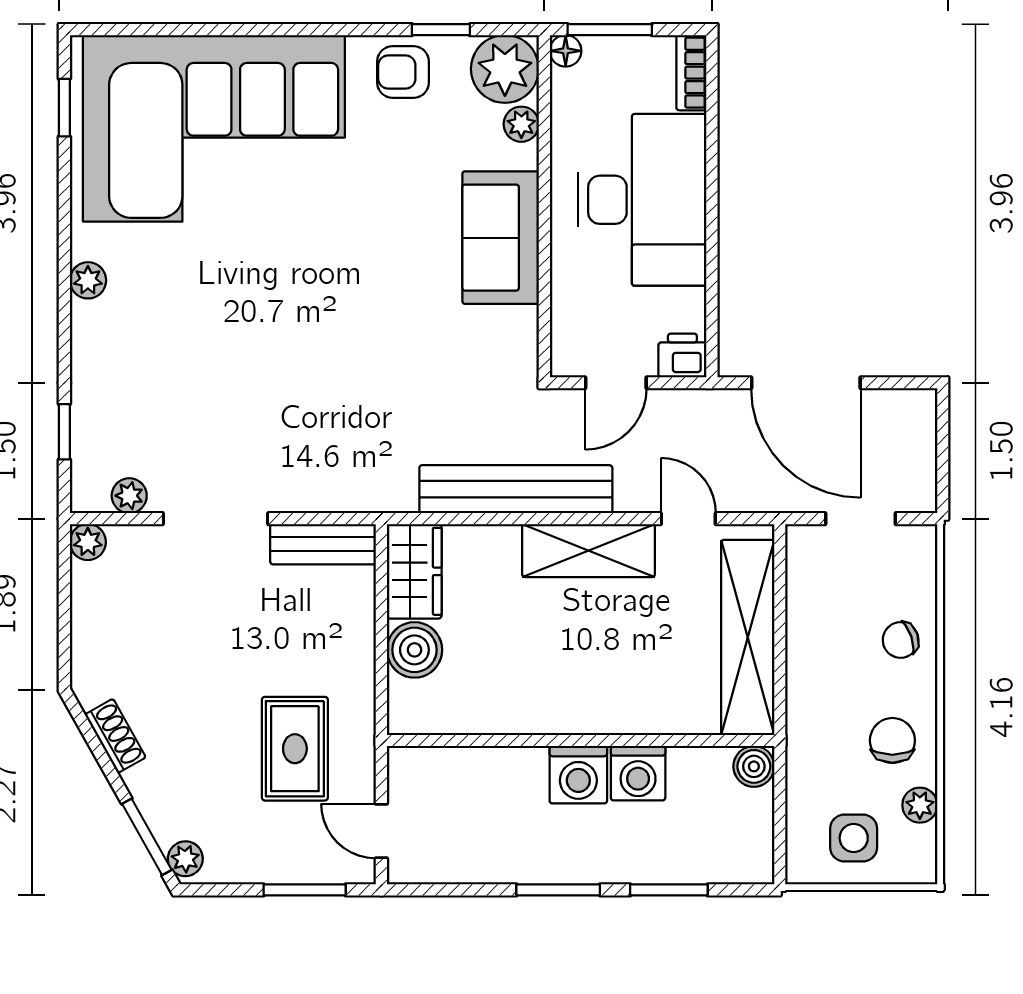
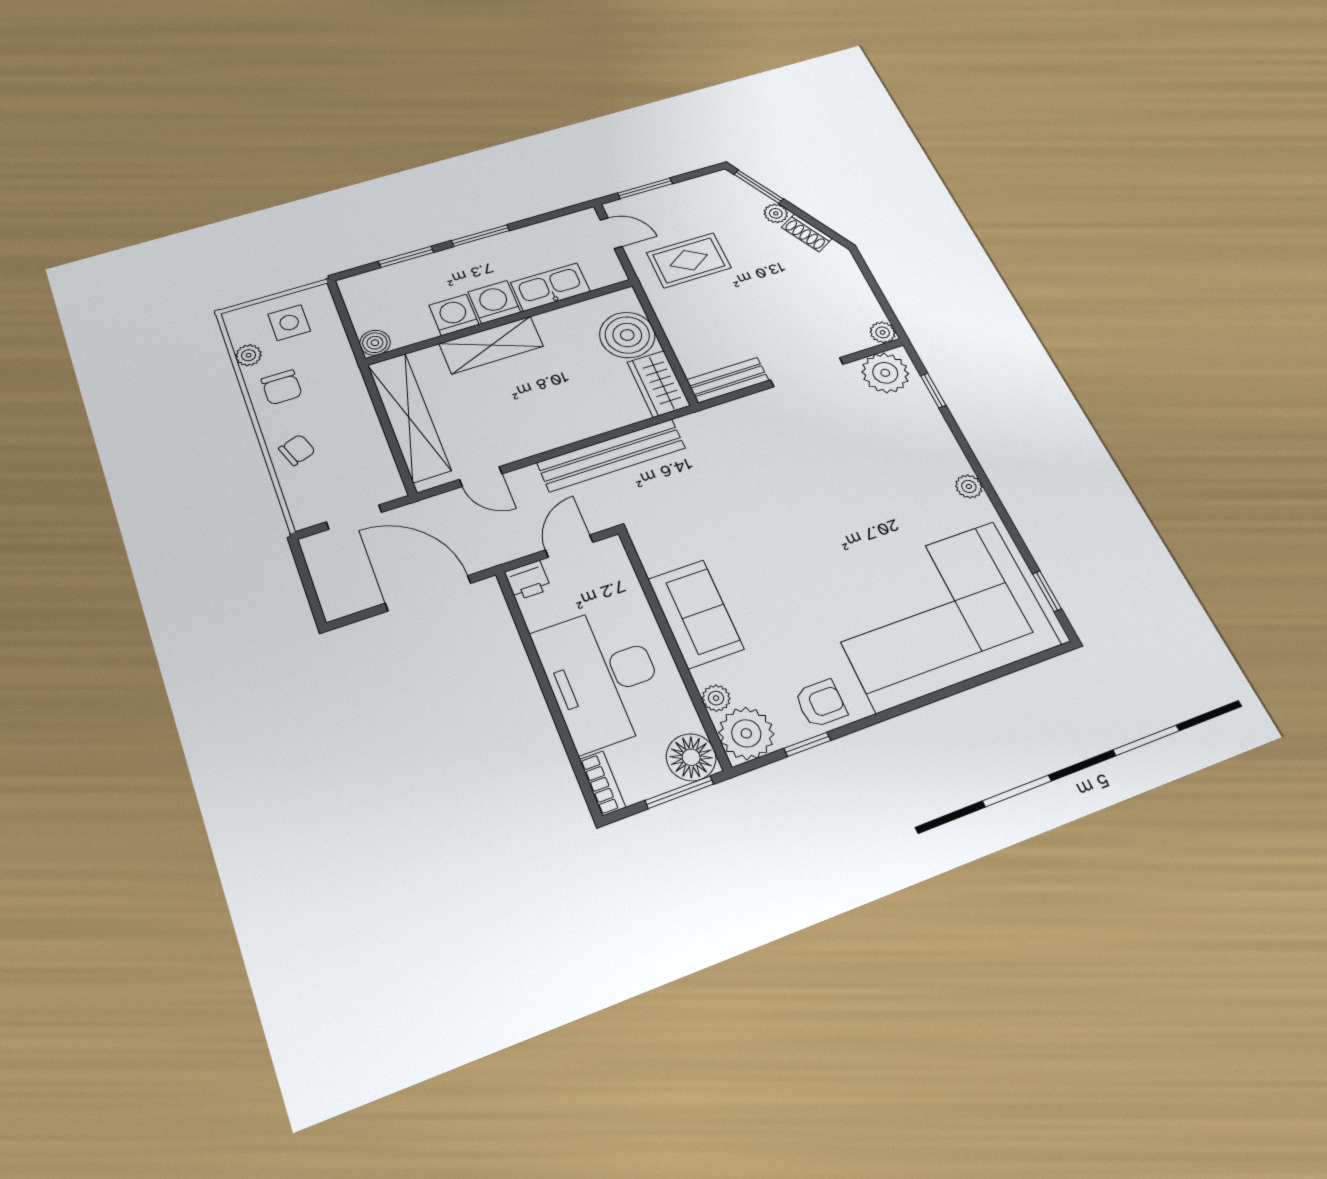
floor lamp: (566, 51) -> (691, 757), width x1.89, depth x1.89
plant: (129, 496) -> (885, 373), width x1.88, depth x1.88
shelving: (589, 551) -> (491, 345), moved
boiler: (414, 650) -> (627, 335), width x1.37, depth x1.37
rug: (295, 749) -> (689, 260), turned 90
kitchen sink: (496, 772) -> (550, 287), added
plant: (185, 859) -> (776, 213), moved

